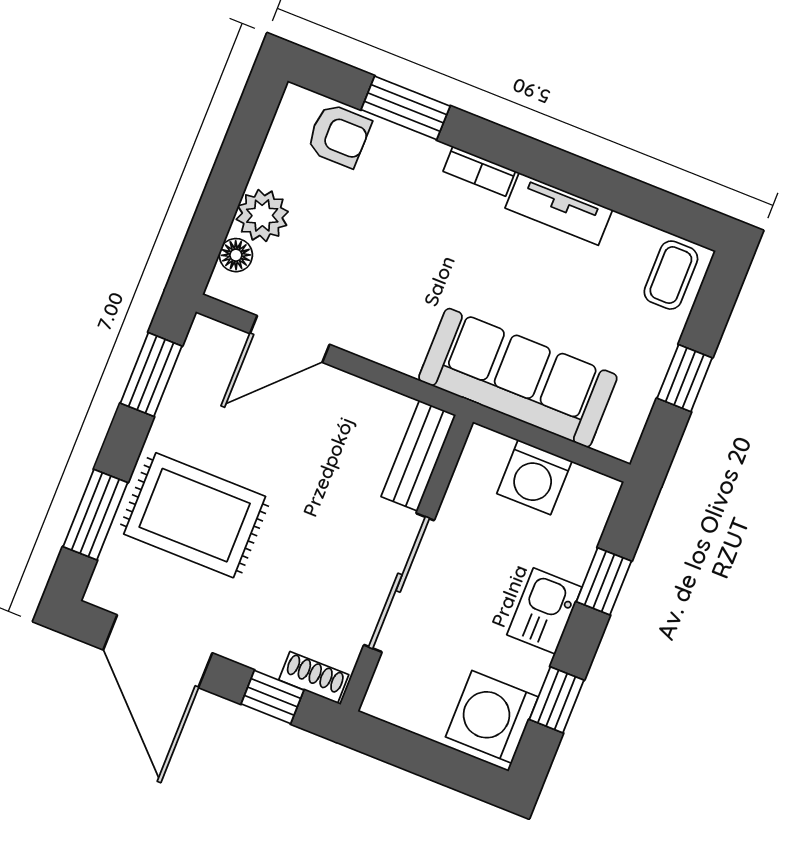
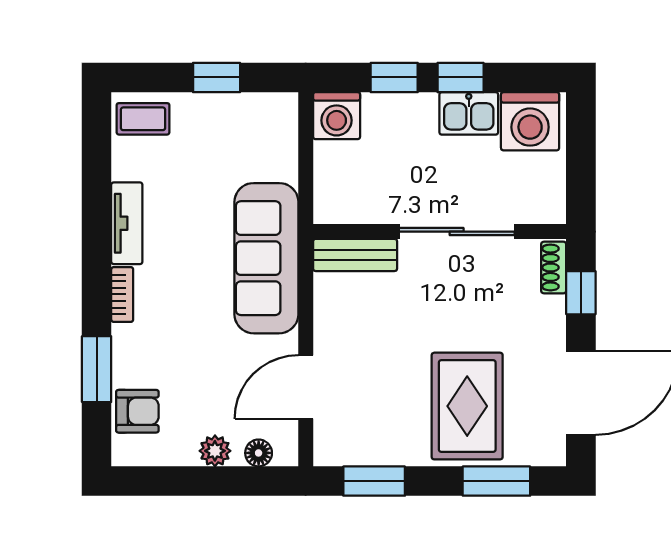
armchair: (339, 135) -> (137, 411), turned 90
plant: (262, 216) -> (215, 451), width x0.73, depth x0.73
door: (290, 339) -> (306, 387), swing flipped
sofa: (518, 378) -> (266, 258), moved
washing machine: (534, 477) -> (337, 116), moved, turned 90
kitchen sink: (544, 611) -> (469, 113), moved
window: (557, 700) -> (461, 77), moved

